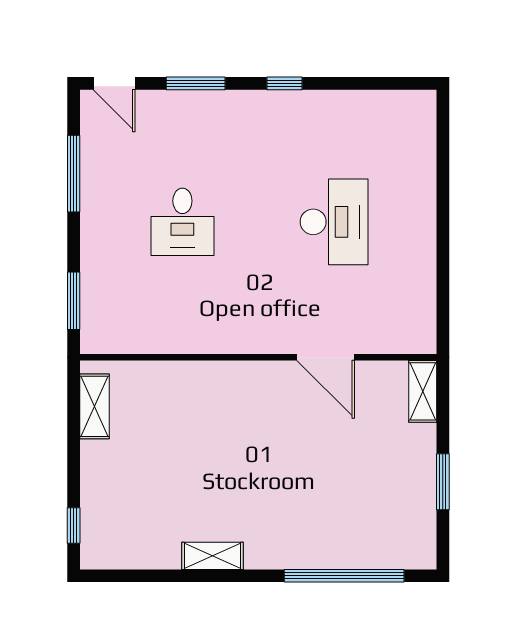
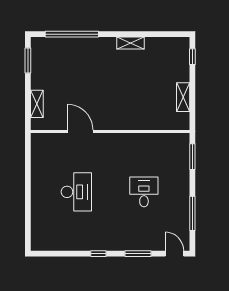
desk: (334, 222) -> (76, 192), turned 180
shelving: (423, 391) -> (37, 104), moved
shelving: (94, 406) -> (183, 97), moved
window: (443, 482) -> (28, 61), moved

